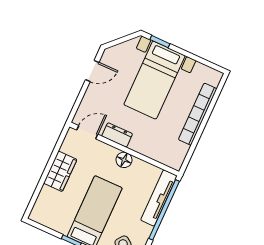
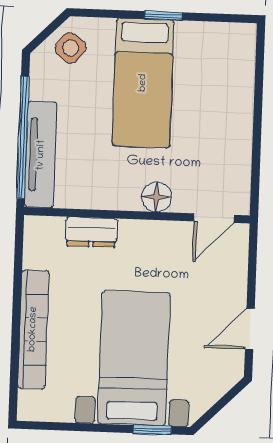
dresser: (117, 135) -> (91, 232), moved
floor lamp: (124, 160) -> (157, 197), moved
wardrobe: (60, 171) -> (233, 130), removed

